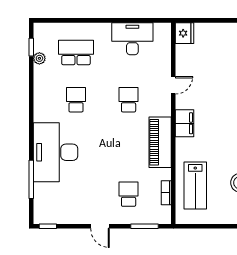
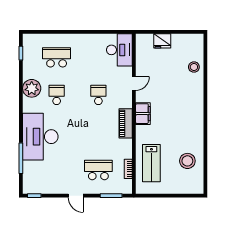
fridge: (185, 33) -> (162, 41), moved, turned 90
desk: (132, 39) -> (119, 50), moved, turned 90
plant: (39, 58) -> (32, 88), moved, width x1.87, depth x1.87
piano: (160, 142) -> (126, 123), width x0.73, depth x0.75
school desk: (129, 194) -> (98, 170), width x1.85

